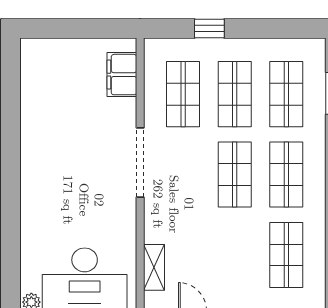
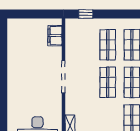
window: (209, 29) -> (86, 14), moved
shop shelf: (183, 94) -> (84, 45), removed

